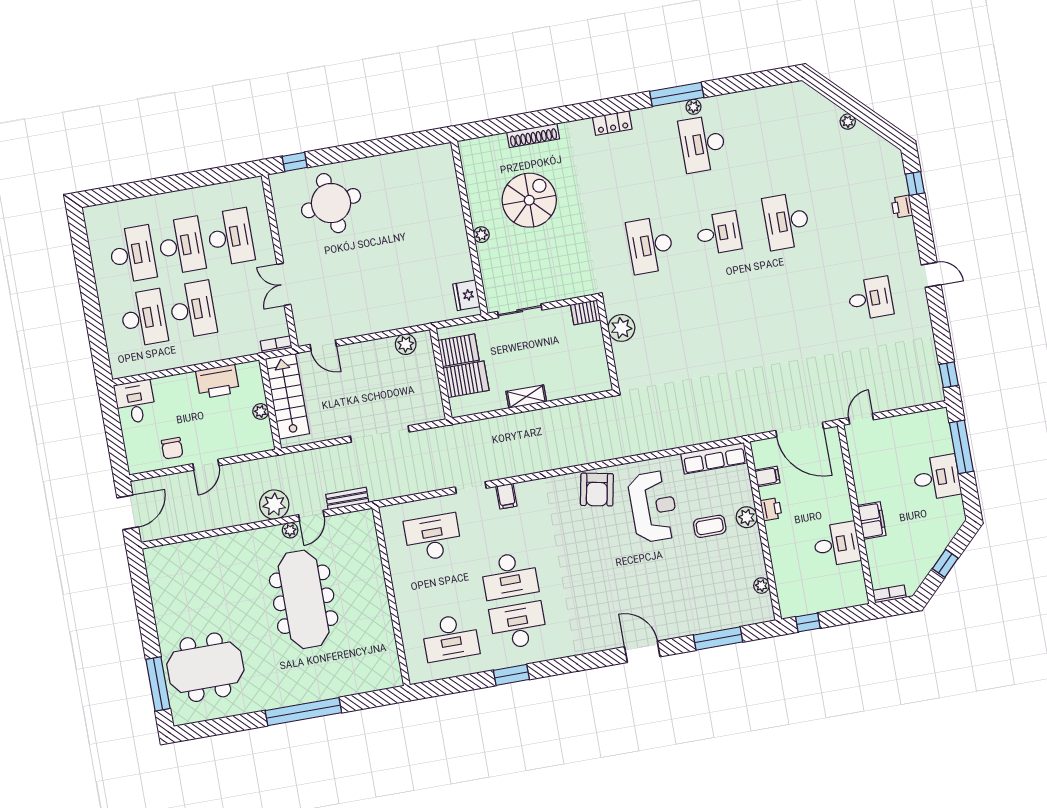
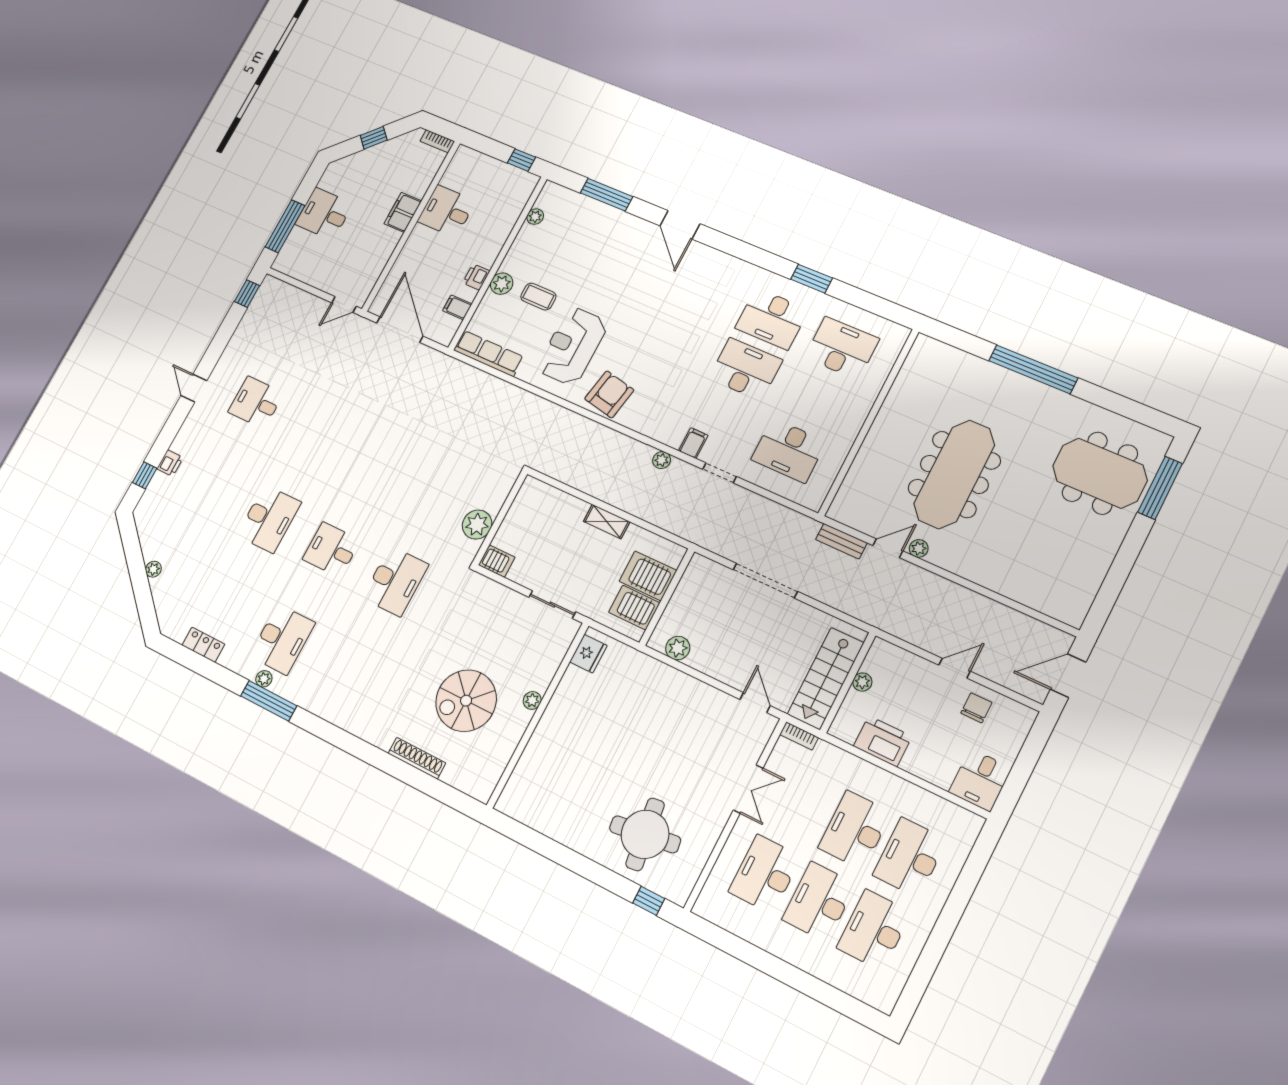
locker: (612, 123) -> (203, 645), moved
plant: (274, 505) -> (662, 460), moved, width x0.53, depth x0.53

